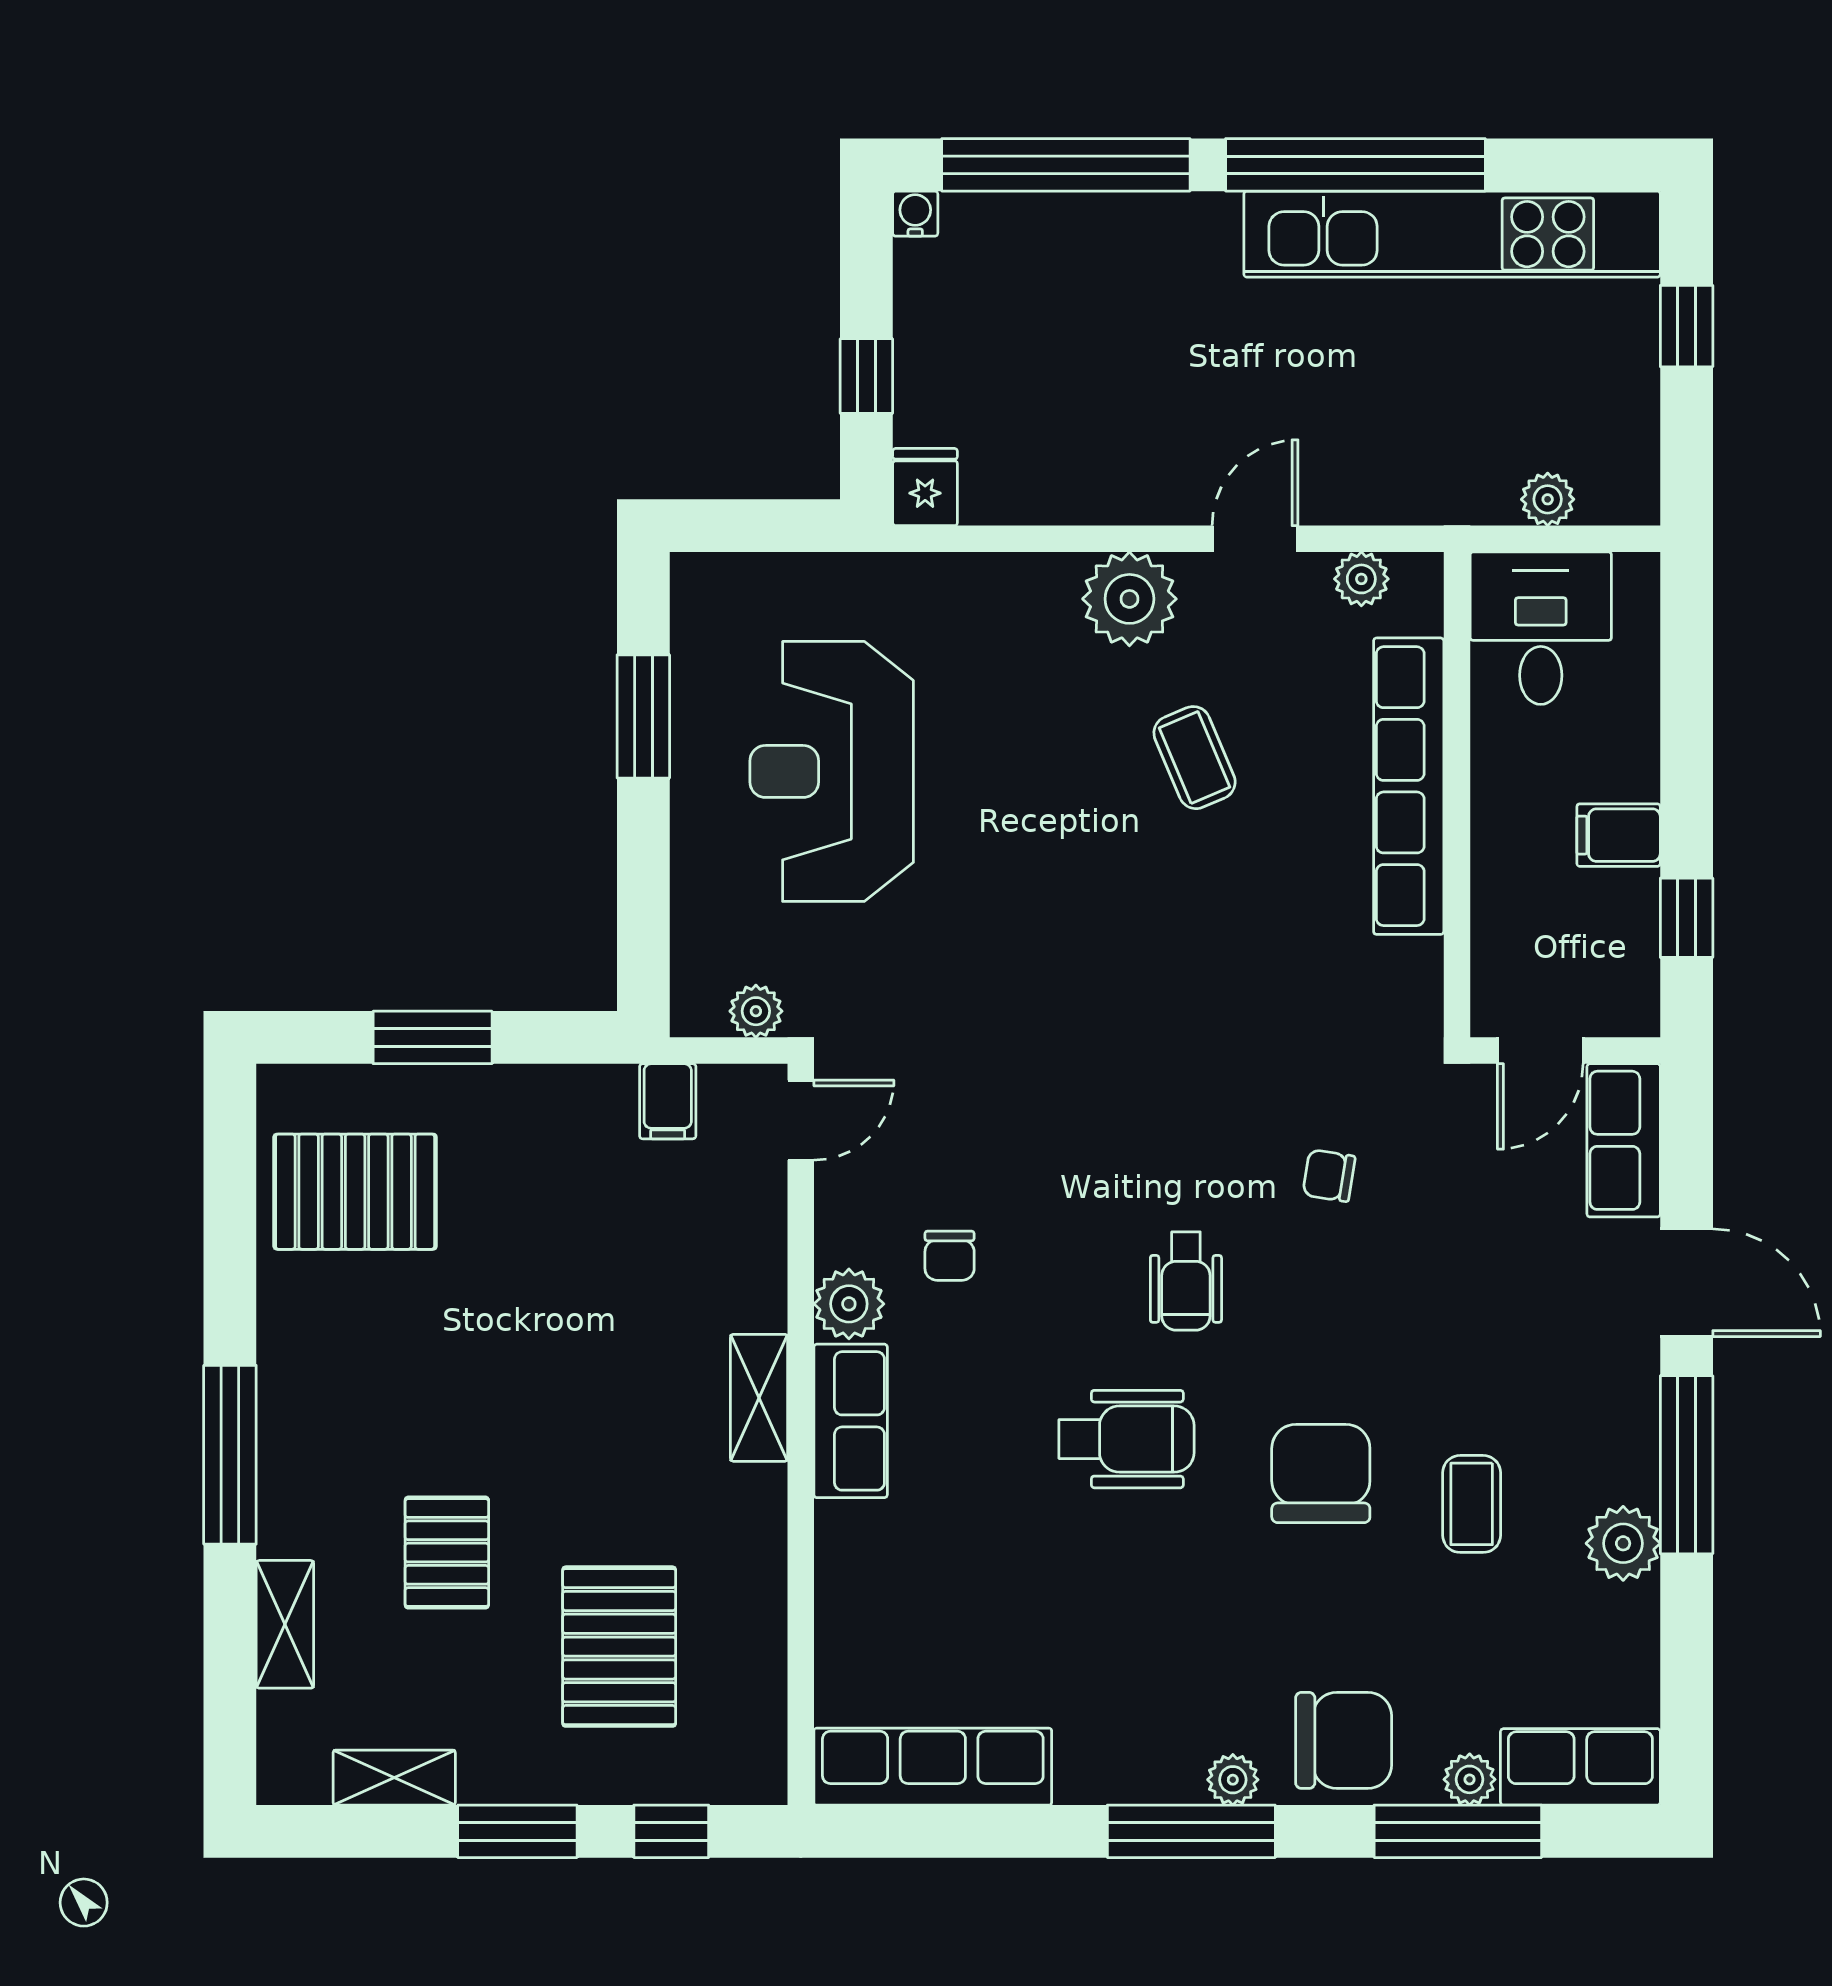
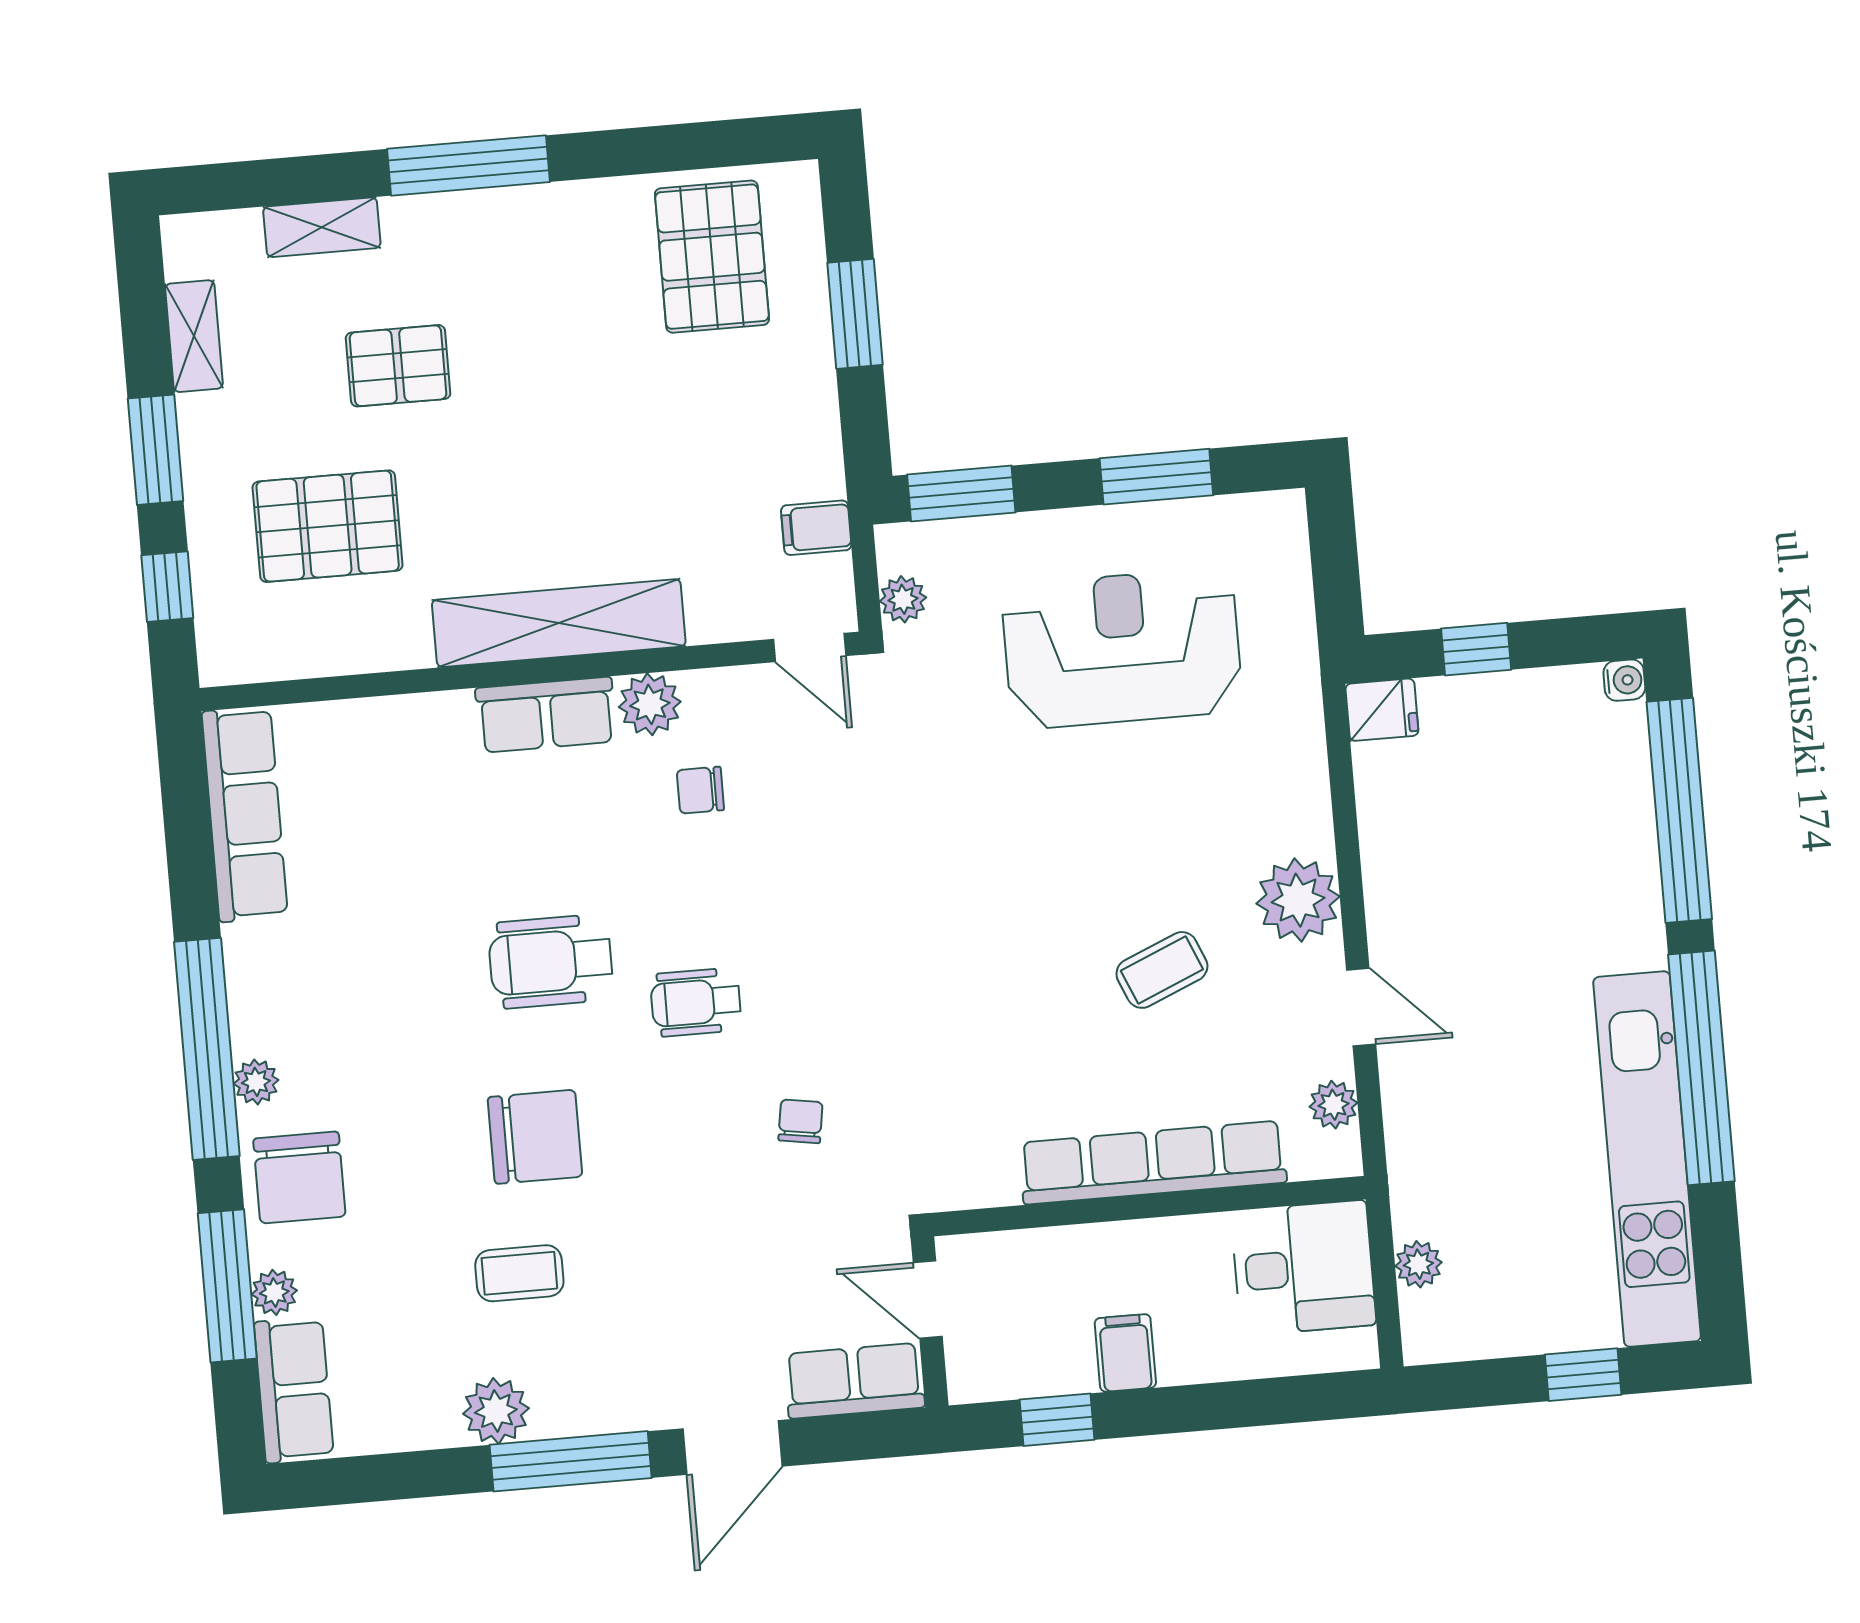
window: (643, 936) -> (961, 493), added
shelving: (759, 1398) -> (559, 623), width x2.20, depth x1.33
wheelchair: (1127, 1439) -> (551, 961), turned 90
window: (1191, 1831) -> (207, 1049), width x1.46

